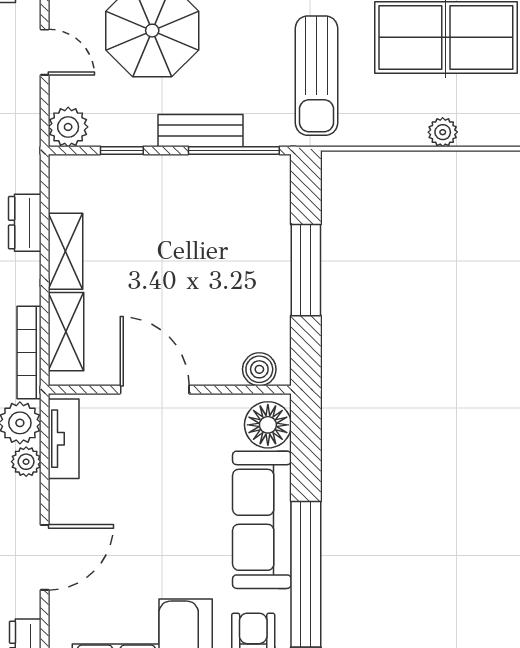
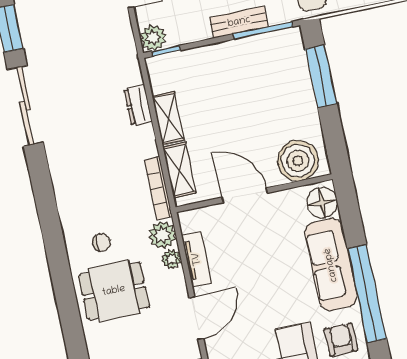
window: (122, 150) -> (166, 51), moved
window: (306, 270) -> (321, 76), moved
boiler: (259, 369) -> (298, 161), width x1.86, depth x1.86
tv unit: (64, 439) -> (197, 259), moved

